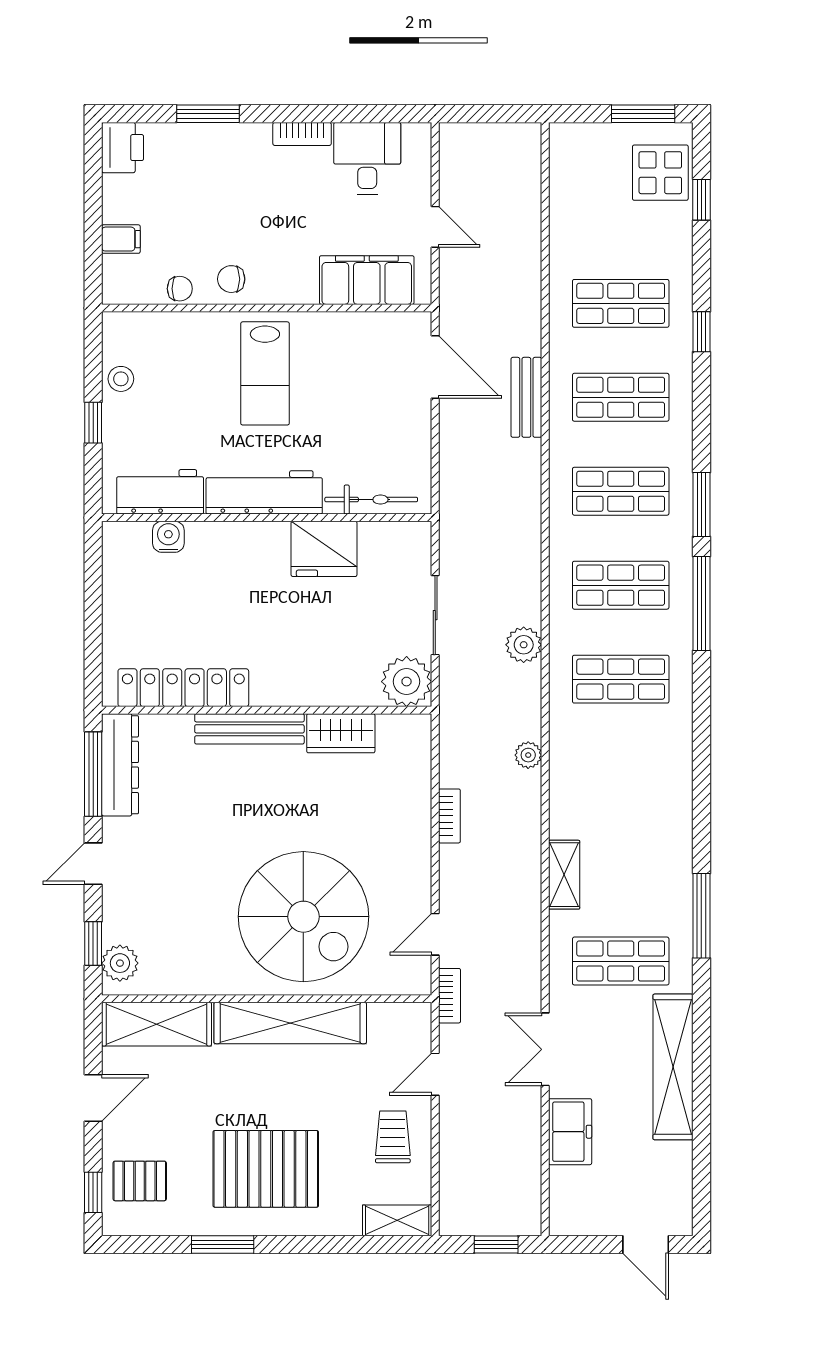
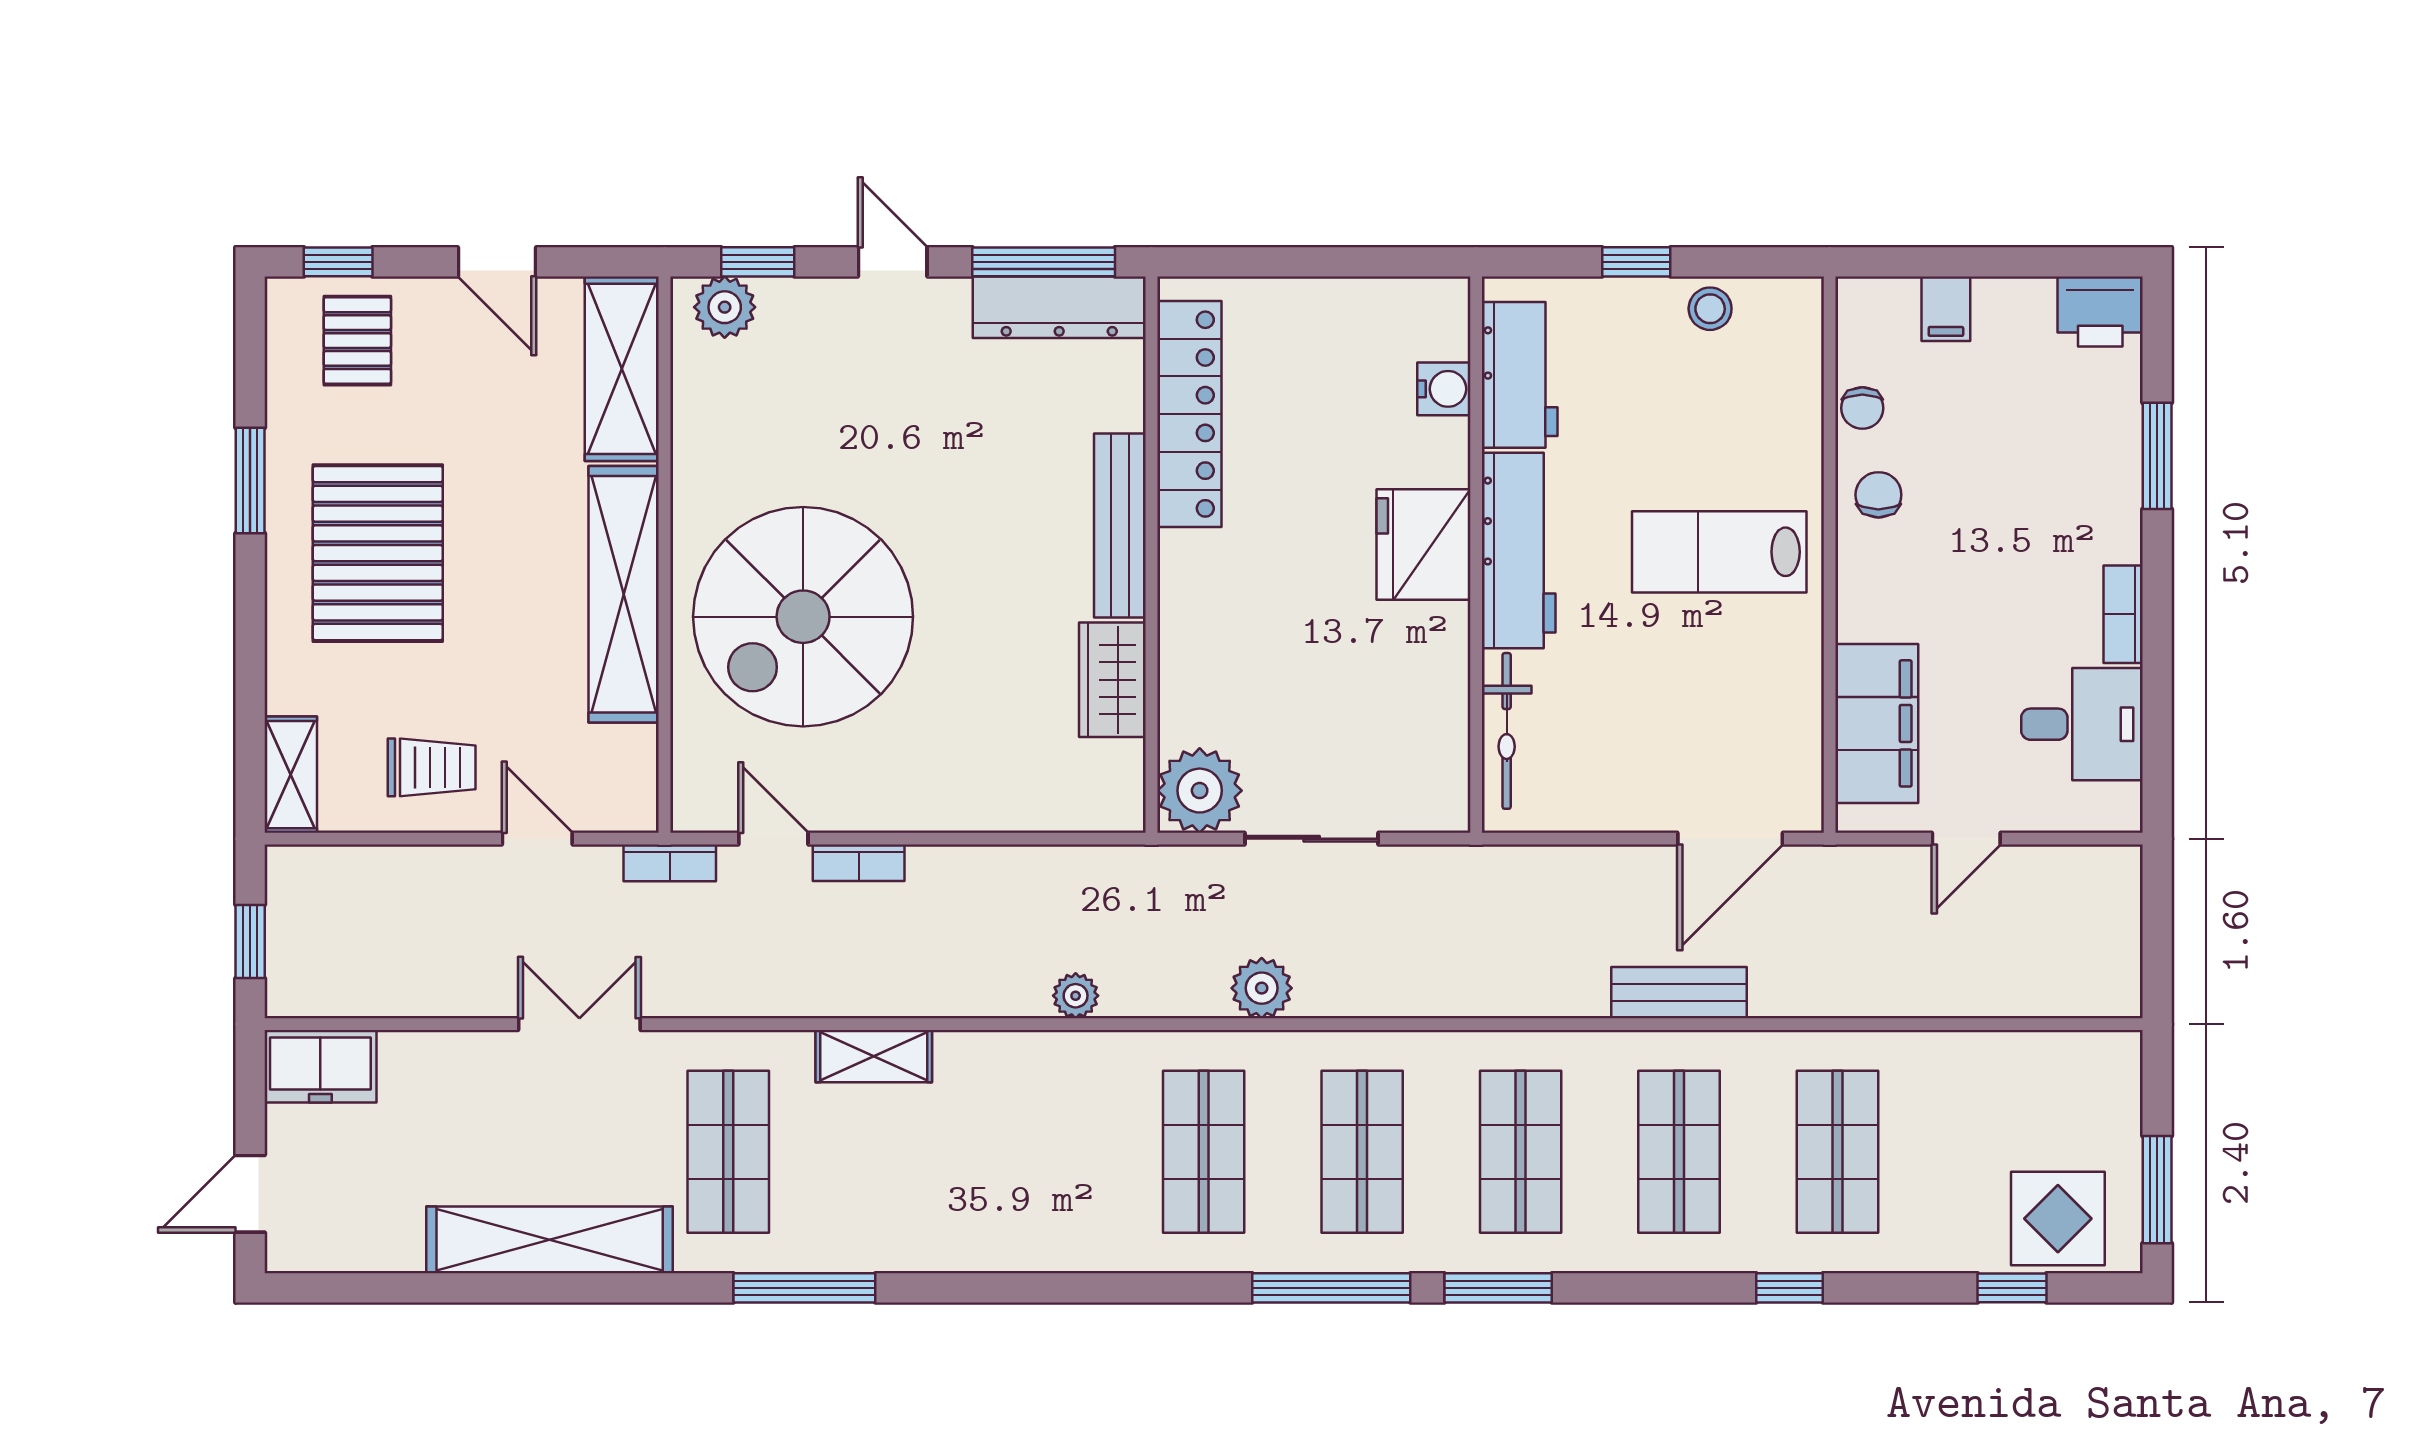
fridge: (324, 549) -> (1423, 545), moved
bookcase: (449, 816) -> (859, 863), moved
freezer: (570, 1132) -> (320, 1066), moved

